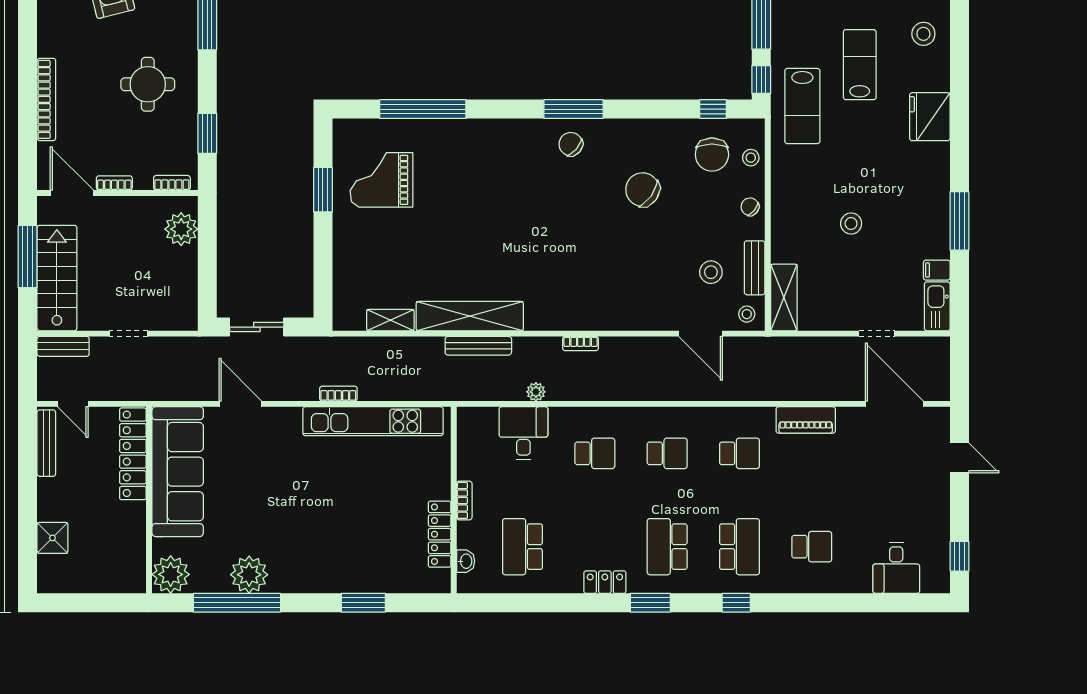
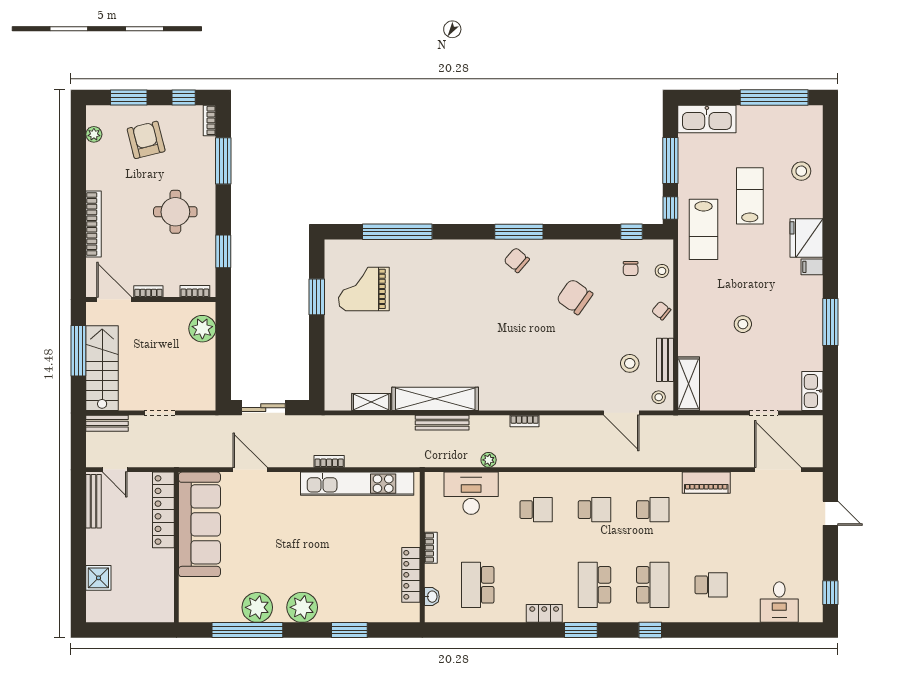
chair: (712, 155) -> (631, 268), width x0.54, depth x0.54
filing cabinet: (937, 270) -> (812, 267), moved
desk: (523, 433) -> (471, 493), width x1.37
plant: (171, 574) -> (302, 607), moved

